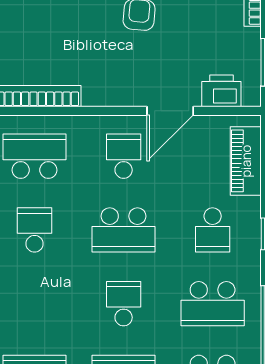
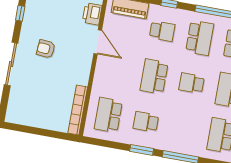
school desk: (124, 156) -> (116, 70), removed
school desk: (124, 230) -> (154, 76), turned 180

